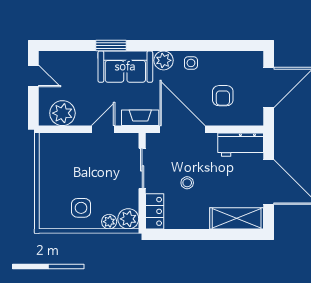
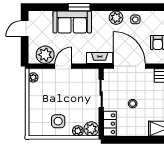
sofa: (125, 67) -> (72, 22), moved
door: (33, 76) -> (25, 29), swing flipped
door: (103, 129) -> (63, 66), moved
plant: (45, 146) -> (33, 77), added

